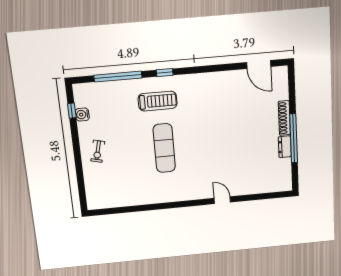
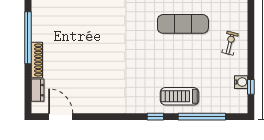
treadmill: (158, 101) -> (180, 96), moved
dresser: (285, 147) -> (38, 90), moved
exercise mat: (164, 148) -> (183, 24), moved, turned 90

